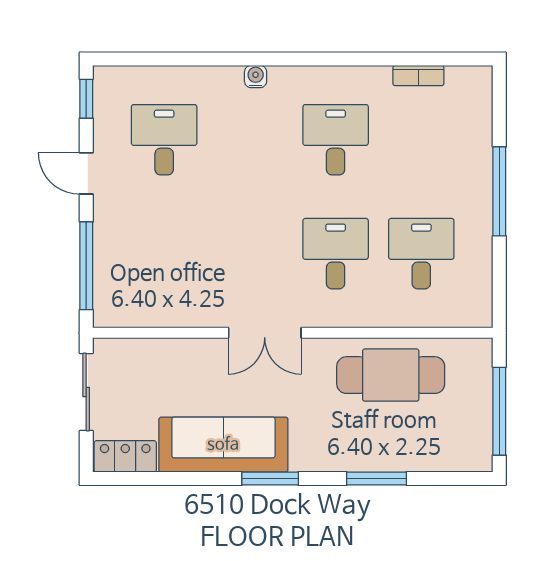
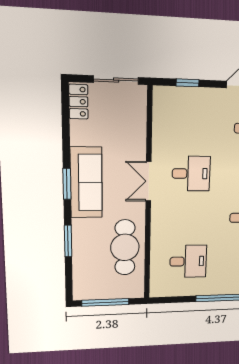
desk: (336, 254) -> (191, 174), moved
window: (86, 266) -> (188, 83), width x0.46
sofa: (223, 445) -> (86, 183), moved

